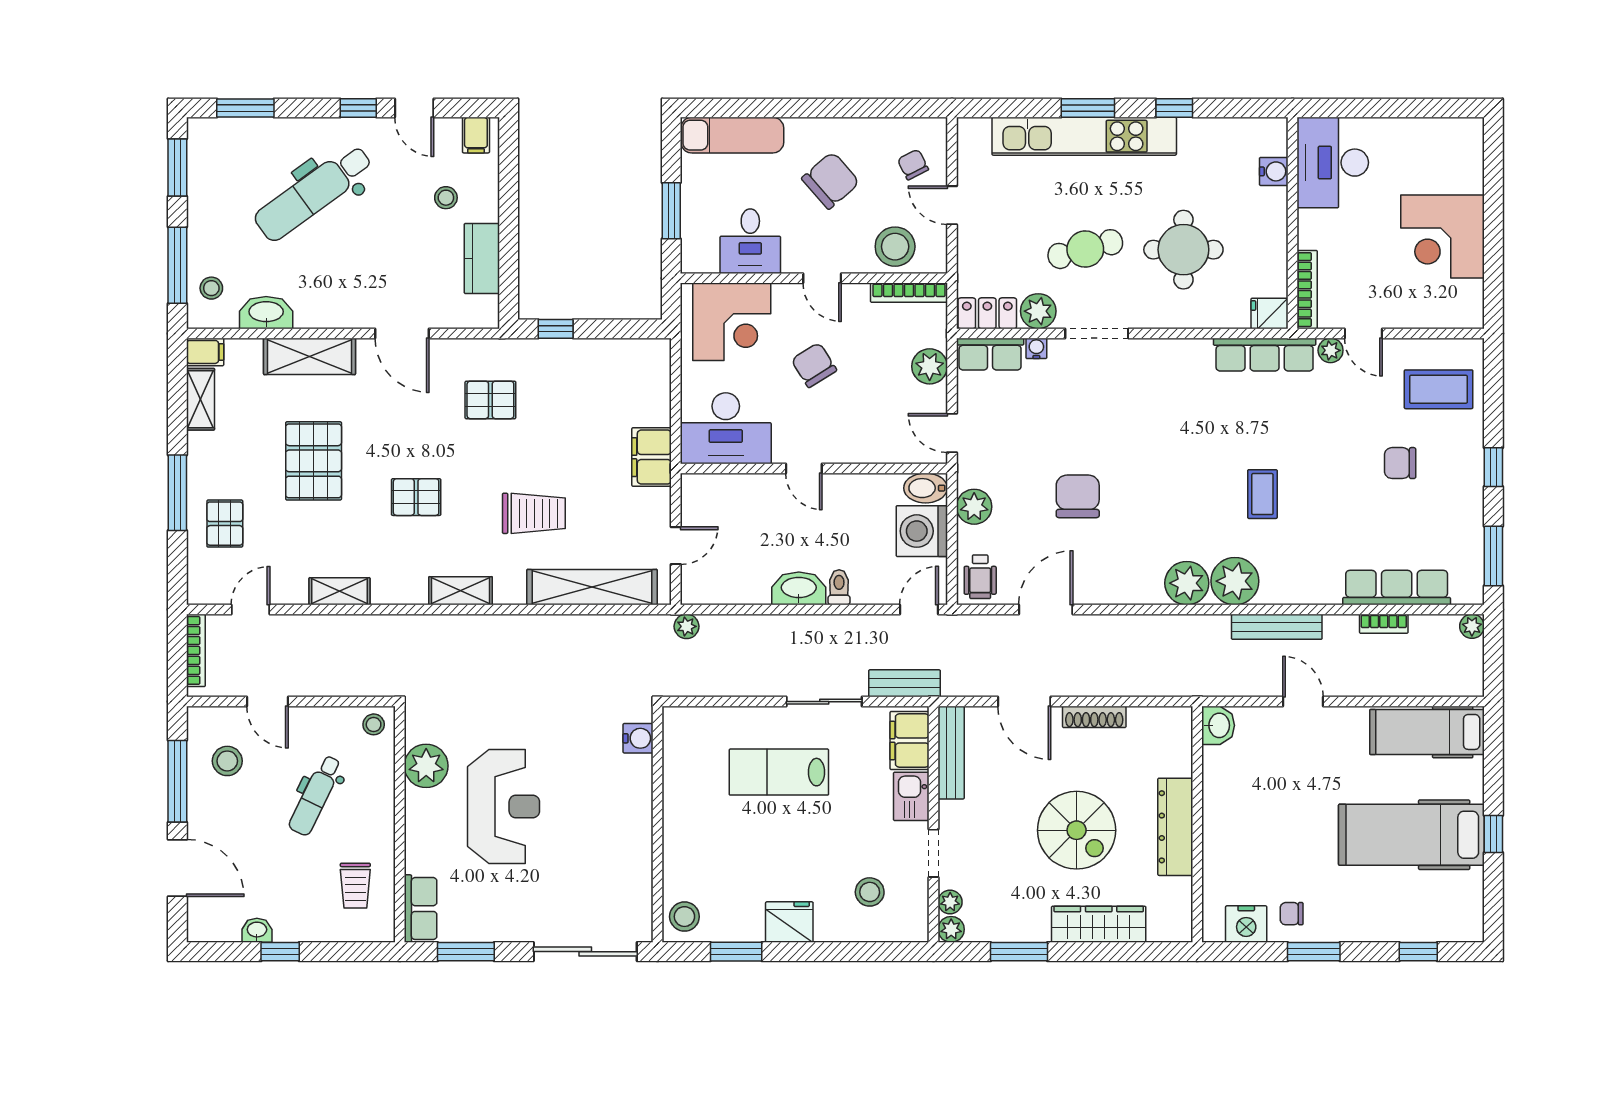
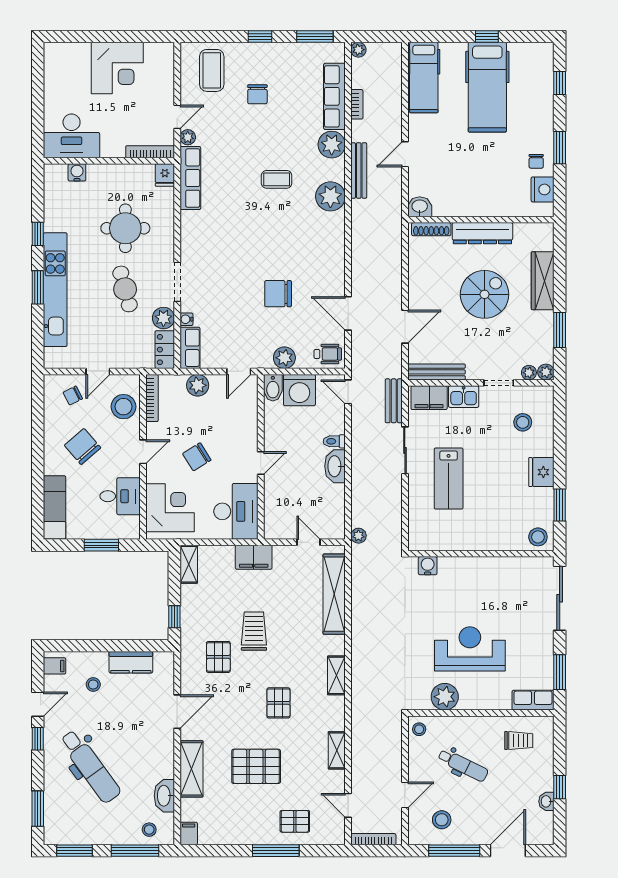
shelving: (200, 399) -> (189, 564), moved, turned 90
trolley: (534, 513) -> (254, 631), moved
plant: (1187, 583) -> (332, 145), moved
shoe rack: (1094, 717) -> (431, 229), moved, turned 90

